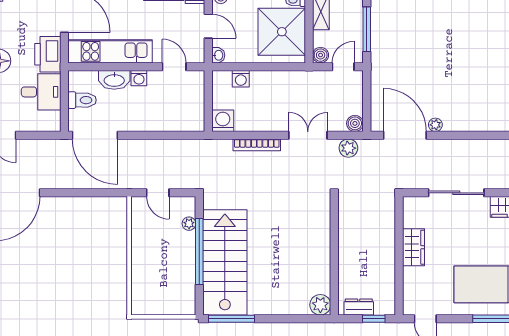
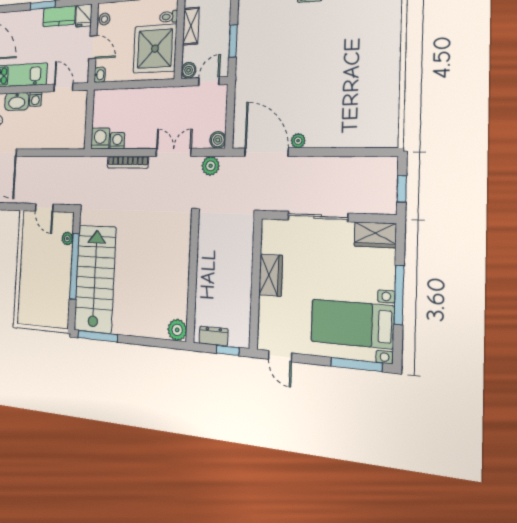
window: (367, 29) -> (233, 41), width x0.69
washing machine: (241, 79) -> (117, 141), moved, turned 180

